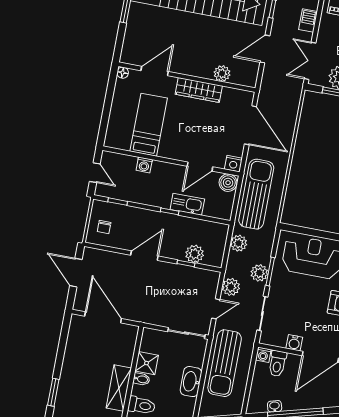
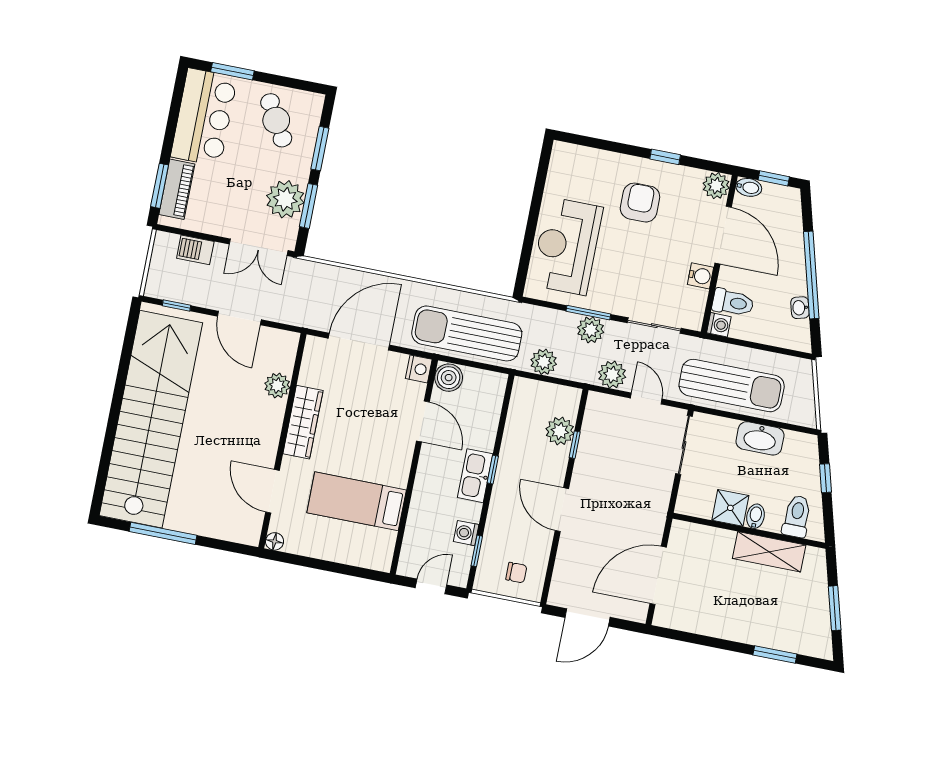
washing machine: (144, 165) -> (466, 533), moved, turned 180
kitchen sink: (187, 204) -> (475, 476), moved

